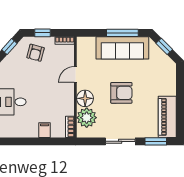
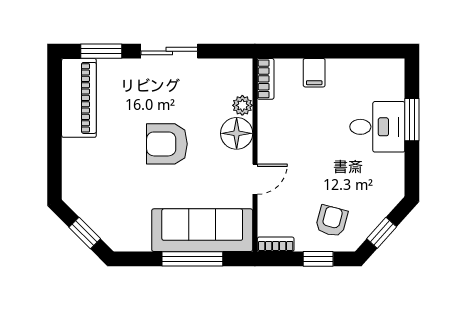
window: (122, 33) -> (192, 259), moved
sofa: (122, 48) -> (202, 230), moved
plant: (87, 118) -> (242, 105), width x0.53, depth x0.53

